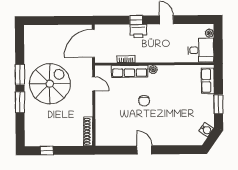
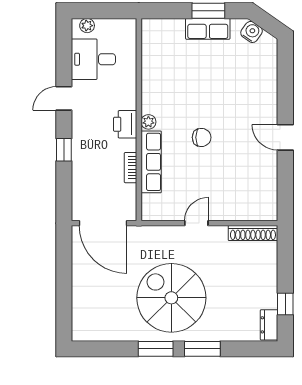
printer: (138, 31) -> (125, 124), moved, turned 180
desk: (201, 50) -> (93, 59), moved, turned -90
row of seats: (208, 81) -> (208, 29), moved
door: (94, 84) -> (196, 223), moved
dresser: (34, 141) -> (269, 325), added
door: (145, 150) -> (285, 137), hinge flipped

